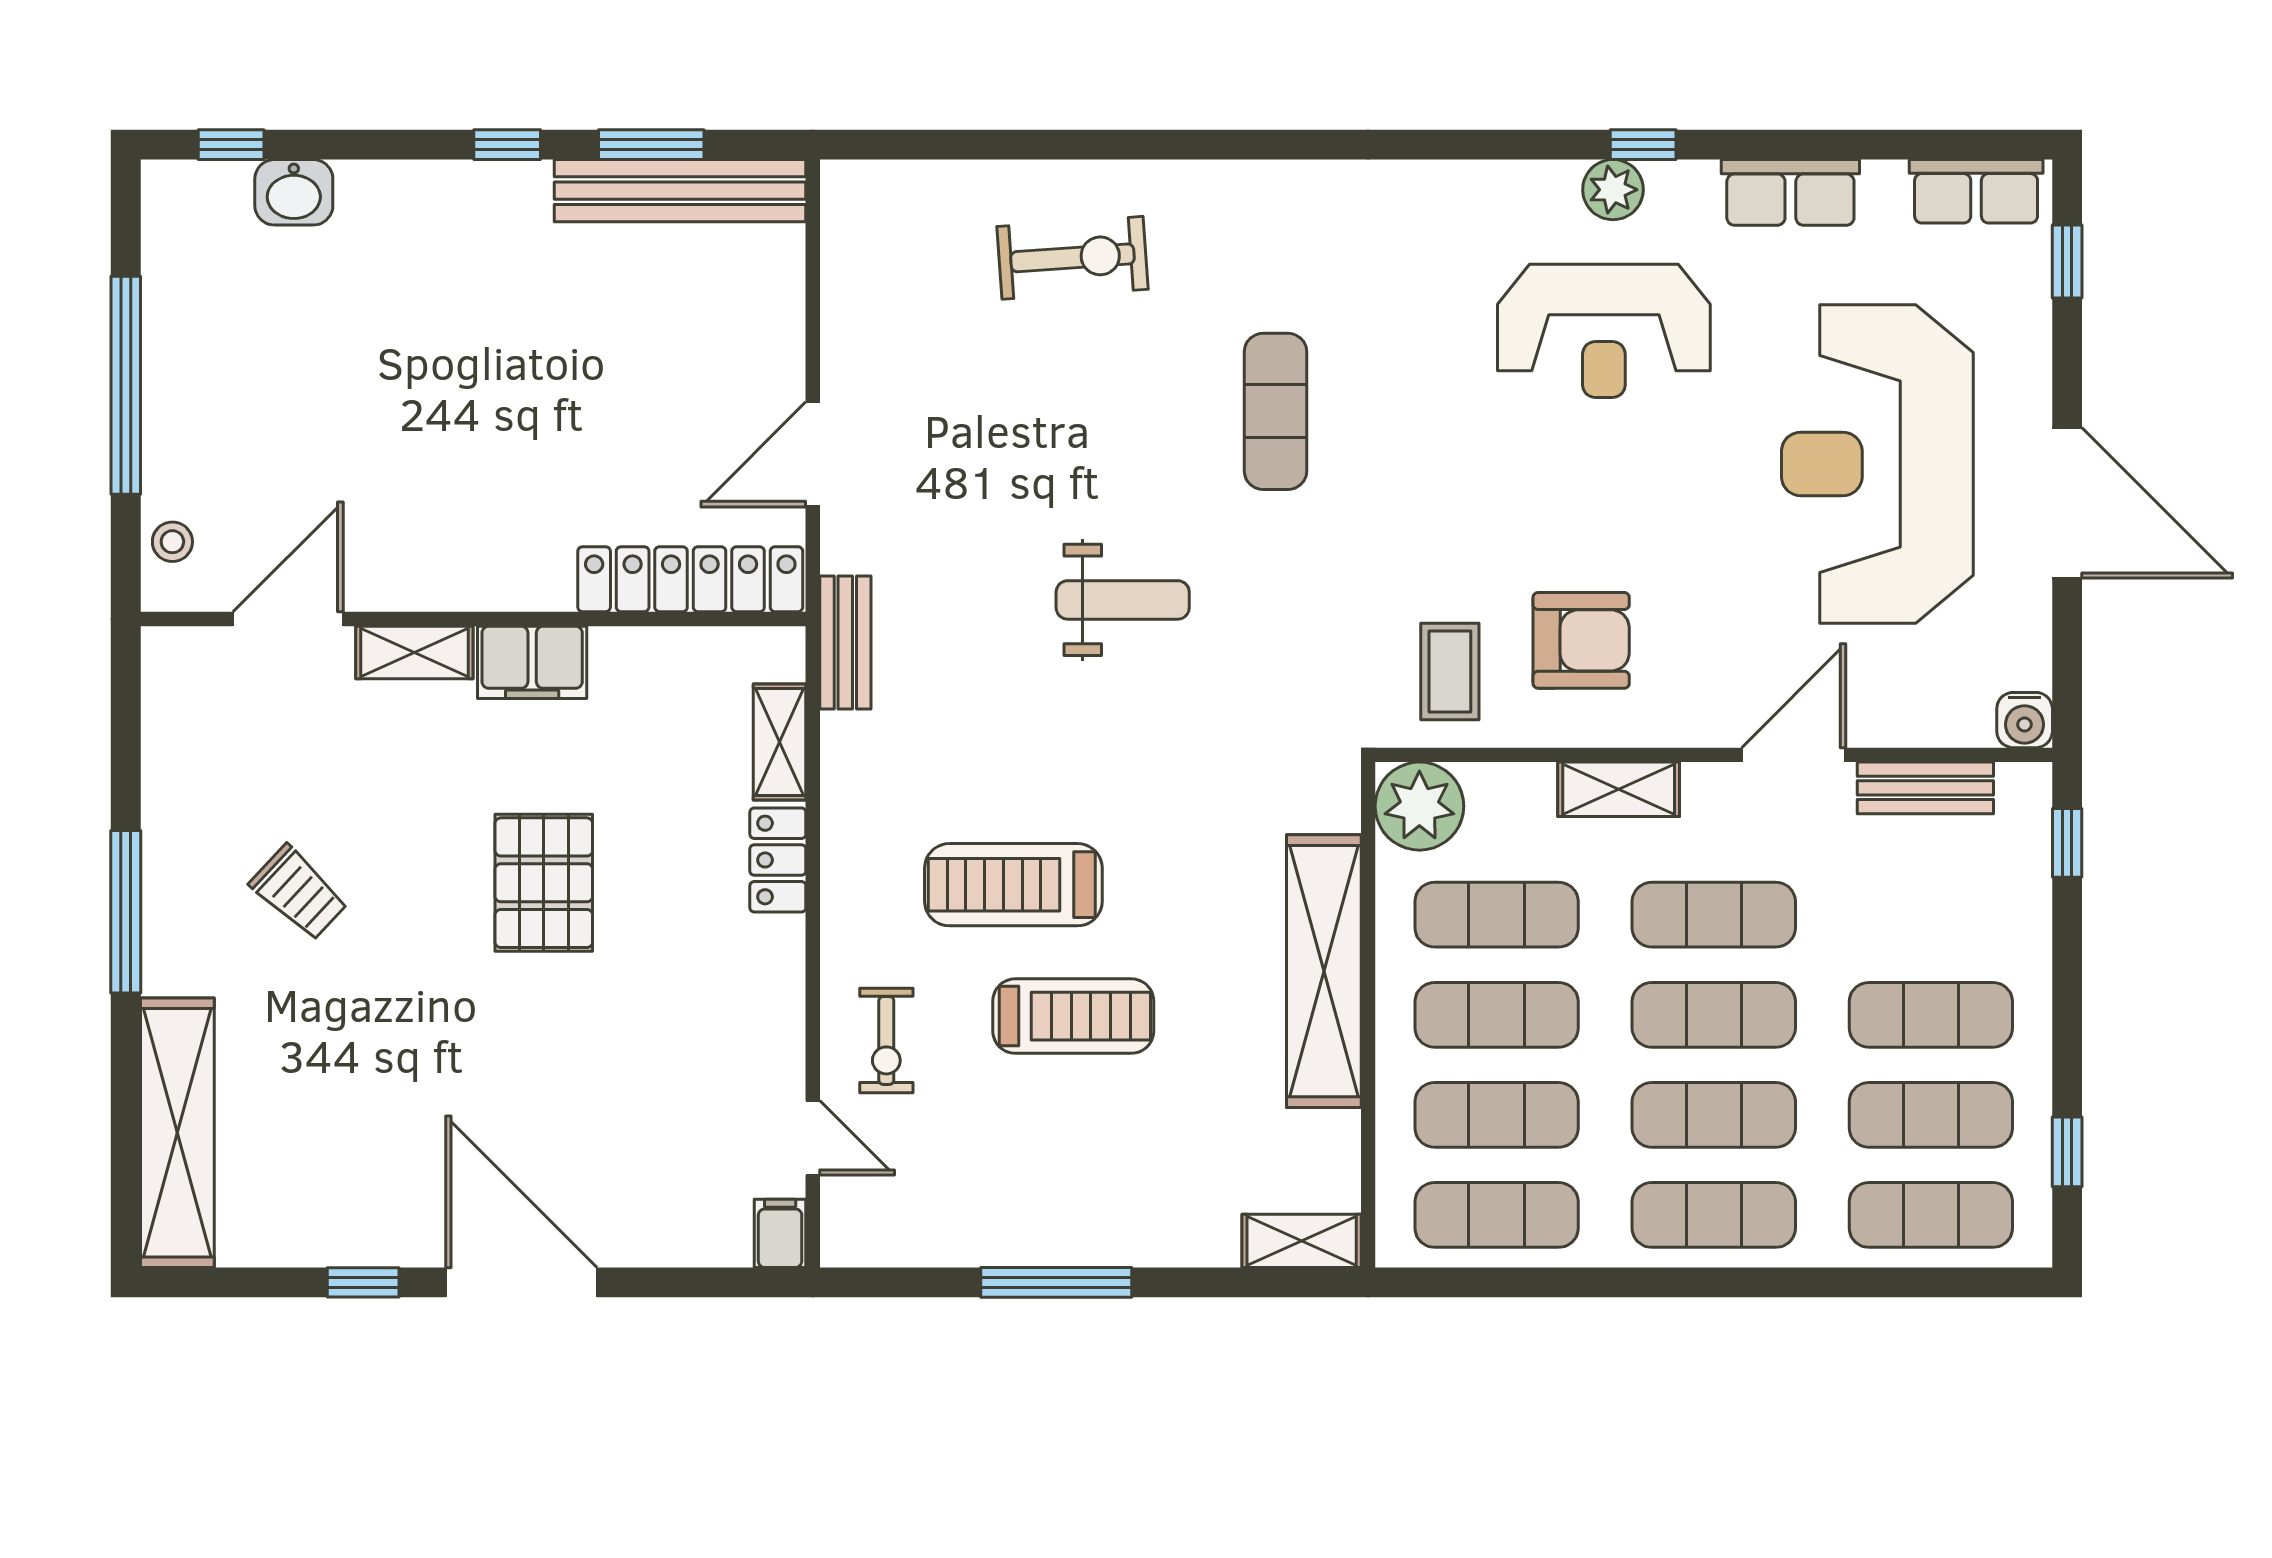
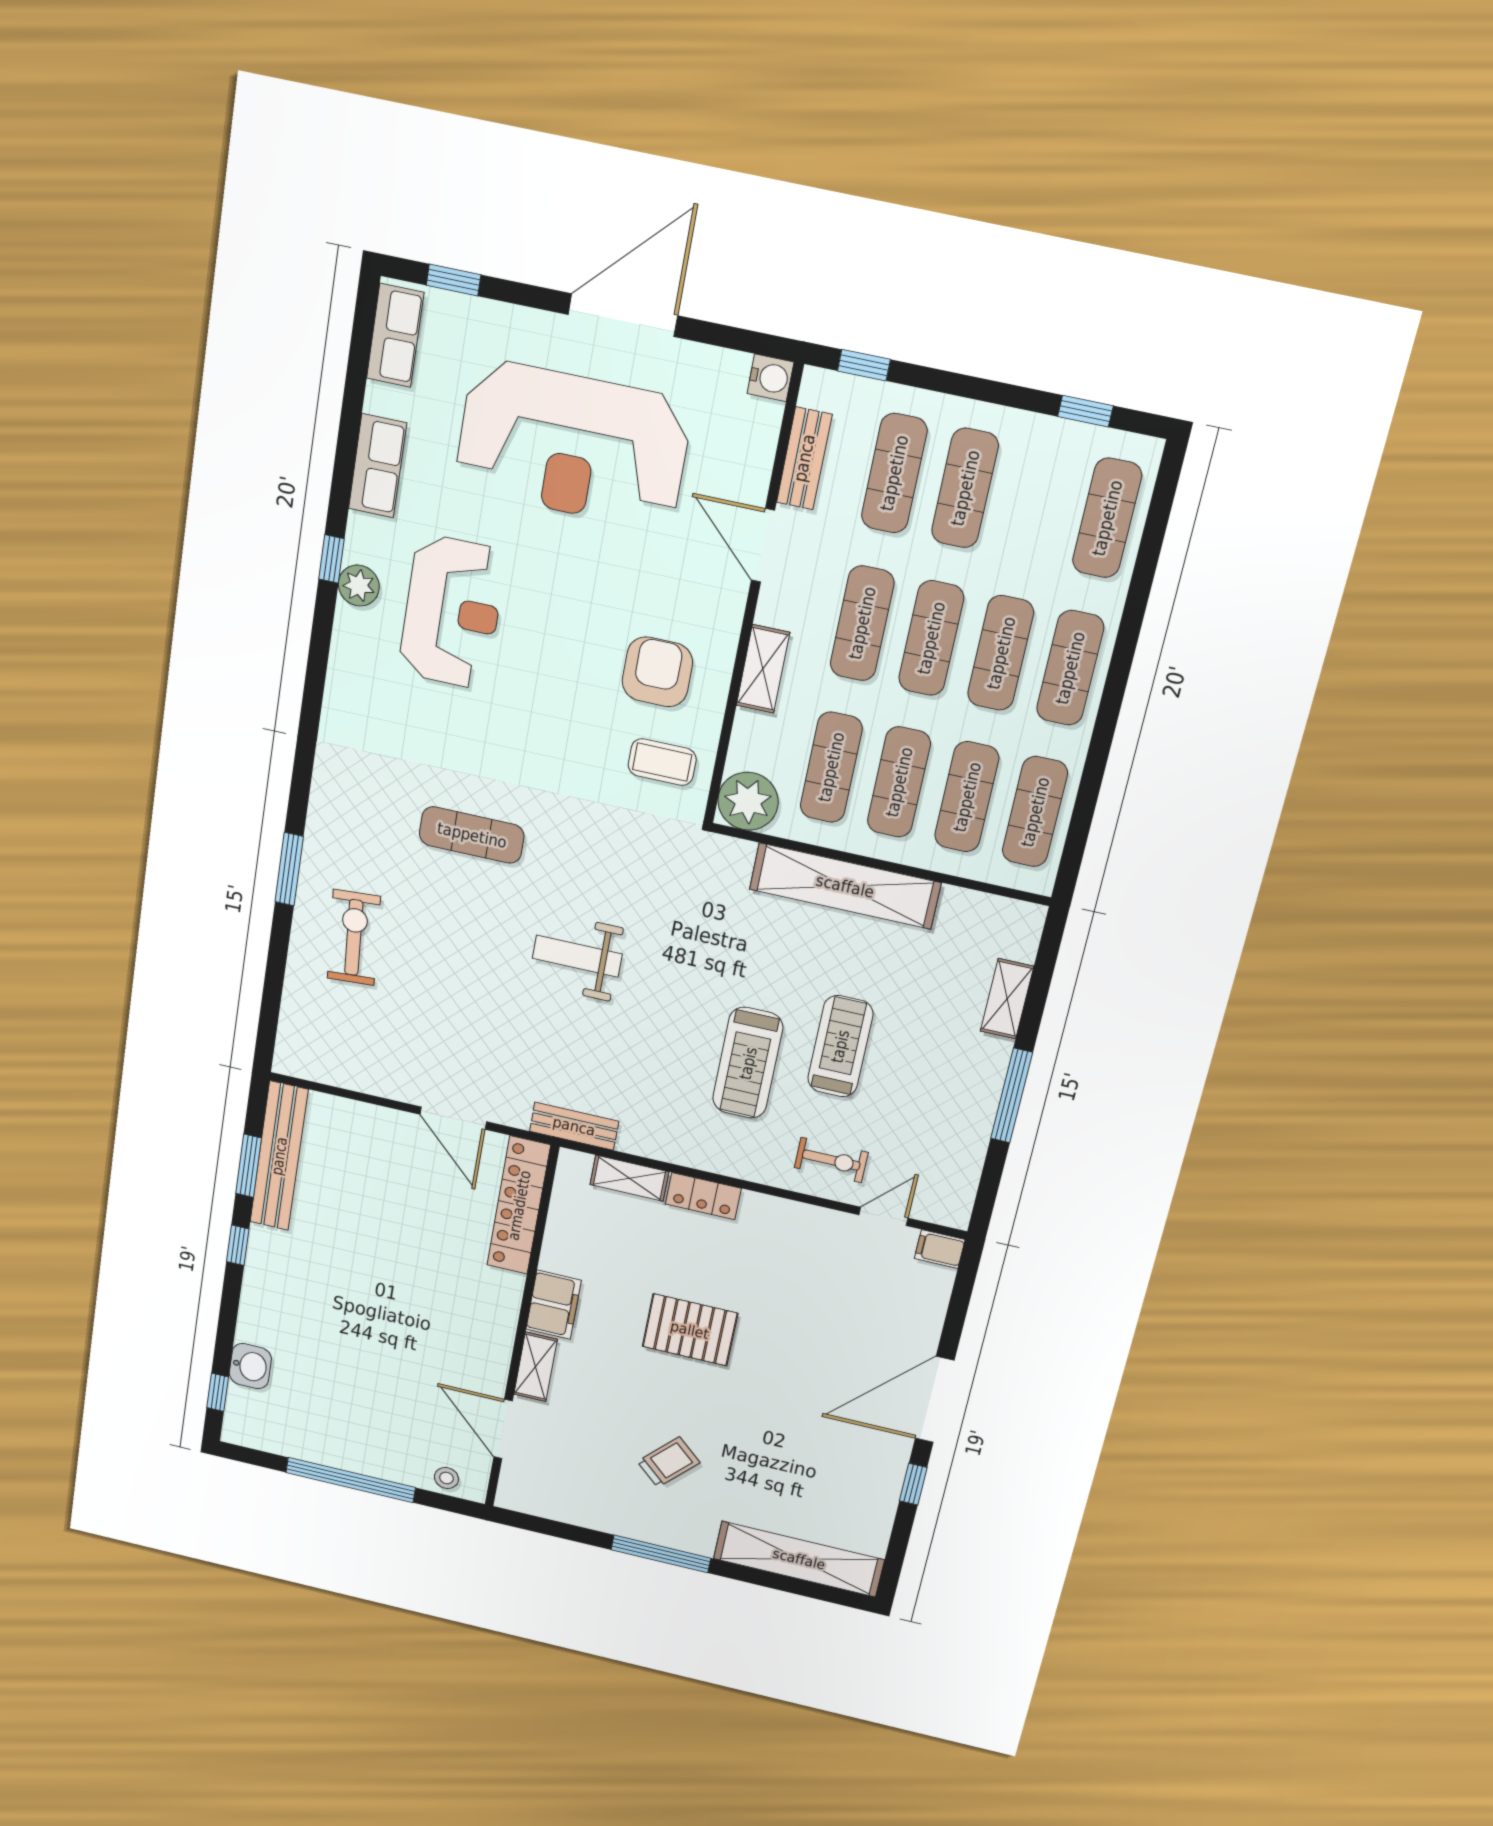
window: (1158, 145) -> (289, 869), added
weight bench: (1123, 600) -> (577, 956), turned -90
exercise mat: (1931, 1115) -> (894, 473), moved
shelving: (1302, 1241) -> (1007, 999), moved

